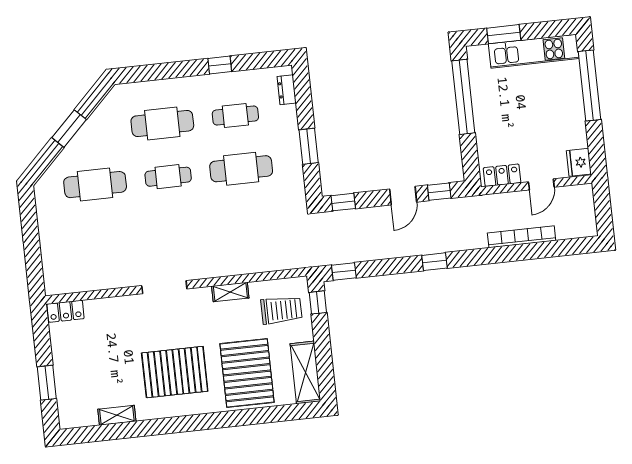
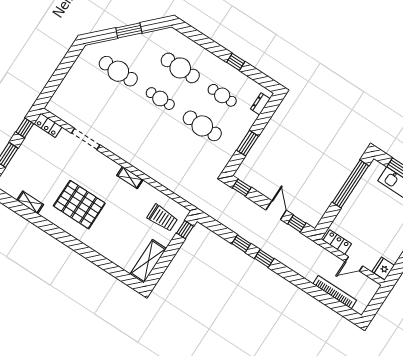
door: (403, 196) -> (276, 210), swing flipped
bookcase: (522, 237) -> (335, 292), moved
window: (344, 272) -> (241, 244), moved
doorway: (164, 287) -> (86, 139), moved
shelving: (230, 292) -> (130, 178), moved
window: (42, 336) -> (25, 128), added
pallet: (247, 373) -> (117, 236), removed

